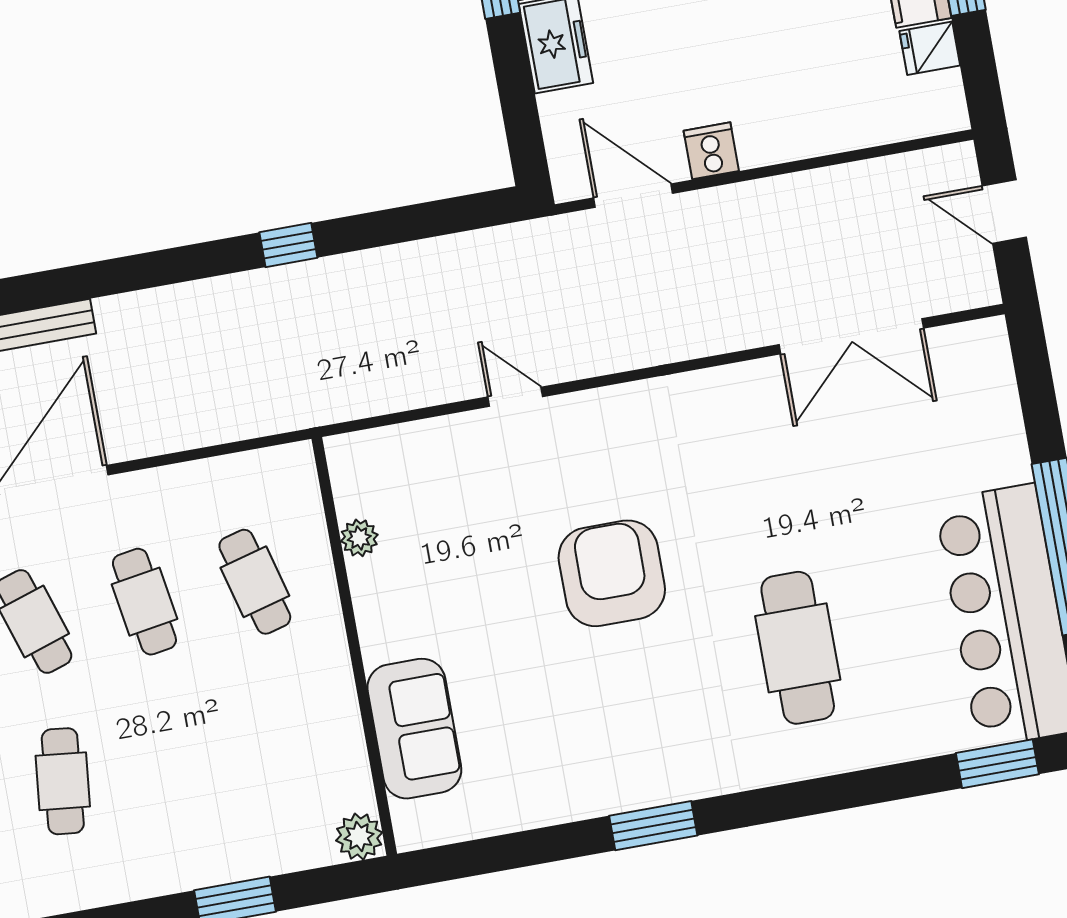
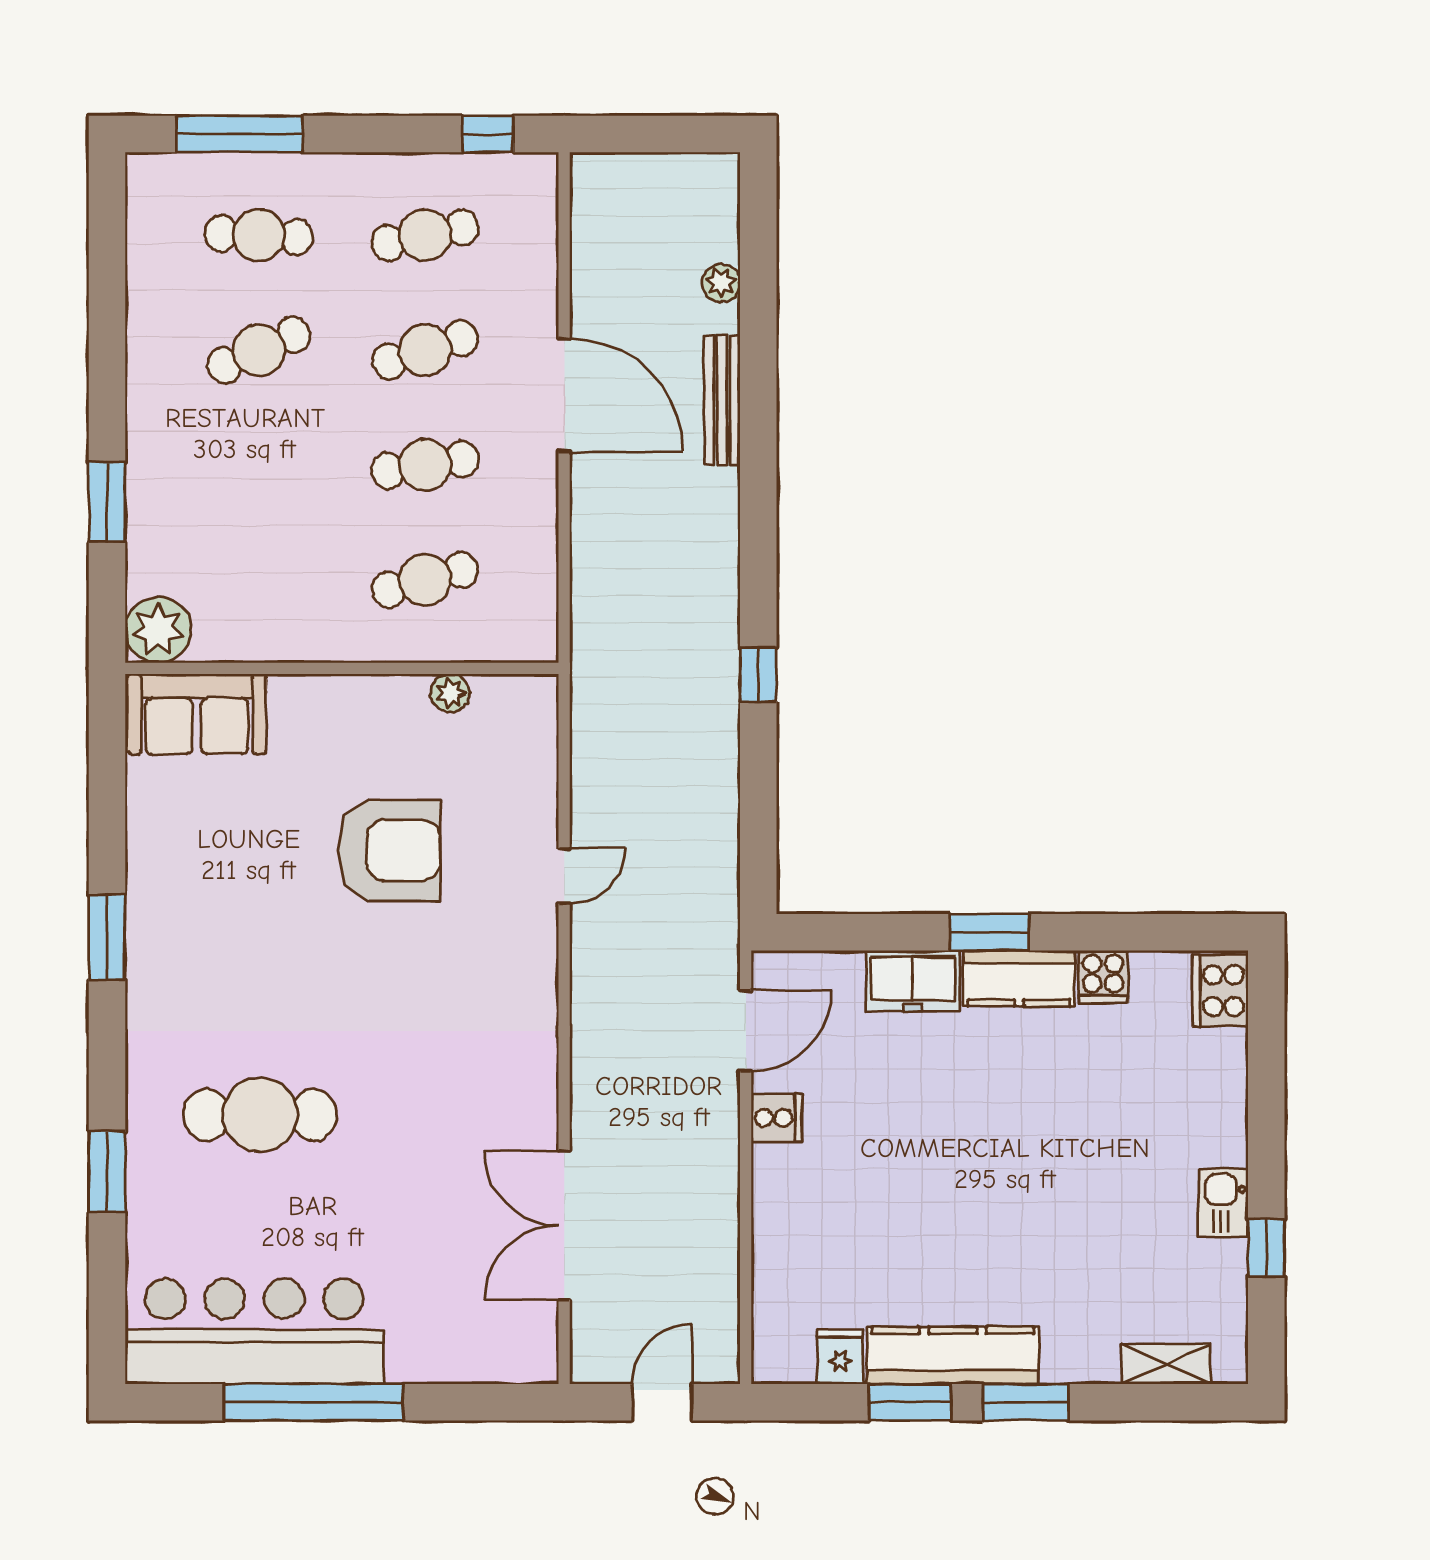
armchair: (612, 573) -> (389, 850), moved
sofa: (414, 729) -> (197, 714), moved
window: (997, 764) -> (107, 1172), moved
cafe table: (63, 781) -> (259, 350), turned -30
plant: (359, 837) -> (158, 630), width x1.36, depth x1.36

